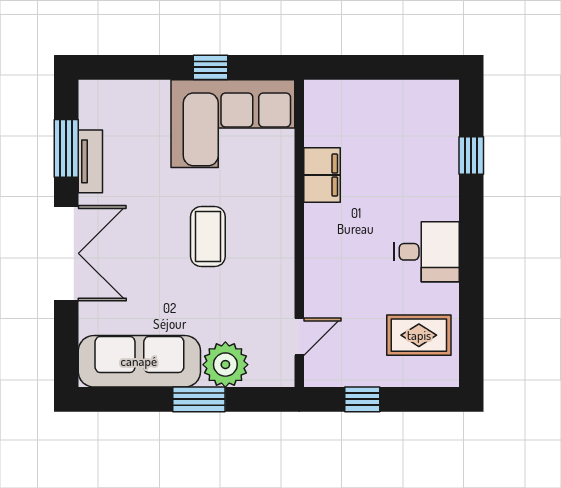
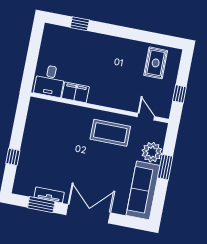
window: (210, 67) -> (13, 157), moved
corner sofa: (233, 124) -> (45, 128), removed
coffee table: (208, 237) -> (110, 133), moved, width x1.36, depth x1.32
desk: (427, 252) -> (50, 81), moved, turned 180

